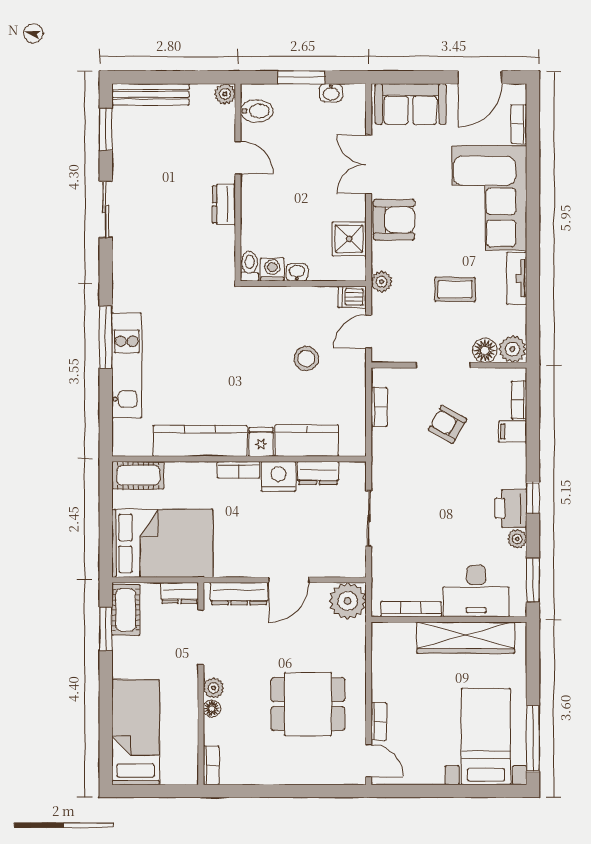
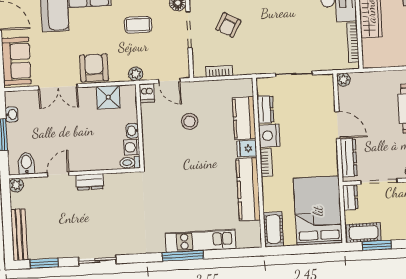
coffee table: (455, 289) -> (138, 25), turned 90
plant: (348, 601) -> (343, 80), width x0.53, depth x0.53

